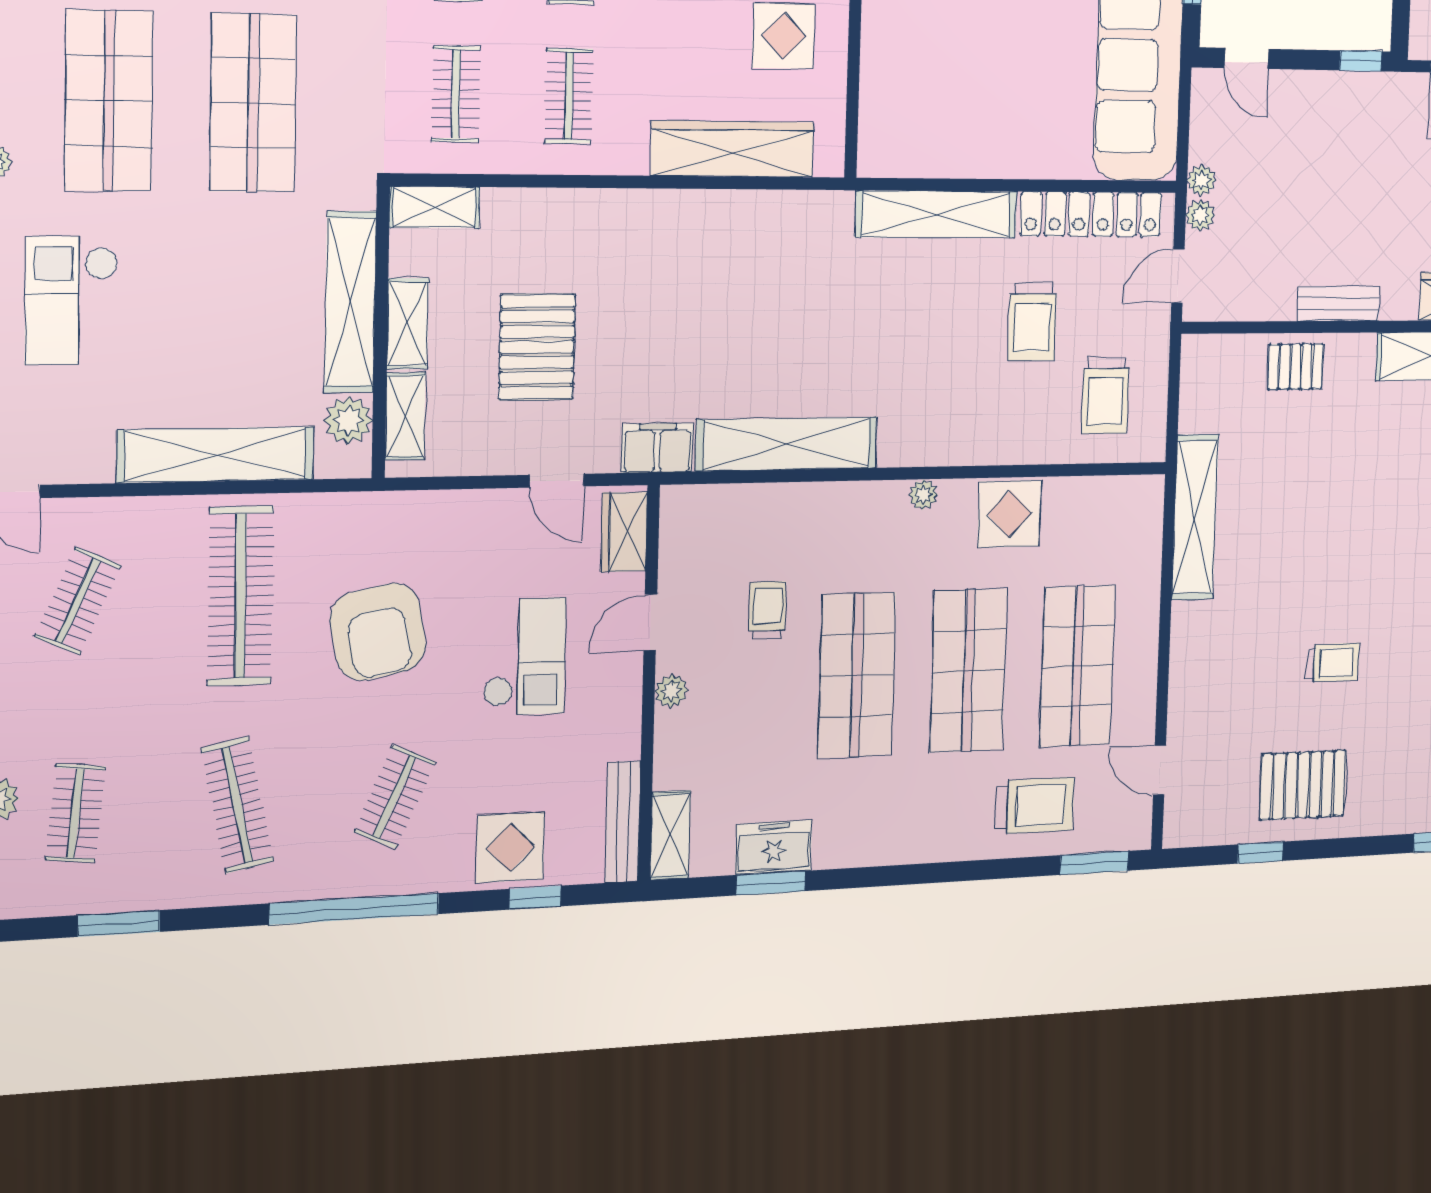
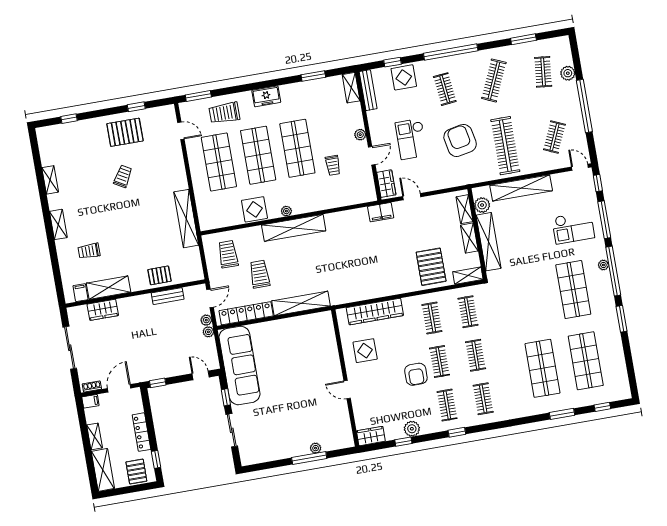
shop shelf: (253, 103) -> (530, 297), removed
checkout: (71, 301) -> (573, 228), turned 90
bench: (1338, 304) -> (168, 296), moved
pallet: (537, 347) -> (431, 267), moved
shelving: (787, 444) -> (294, 228), moved
trolley: (1333, 662) -> (123, 176), turned 120
clothes rail: (394, 797) -> (445, 89), turned -30
clothes rail: (237, 805) -> (494, 80), turned 36
freezer: (774, 847) -> (266, 96), moved

